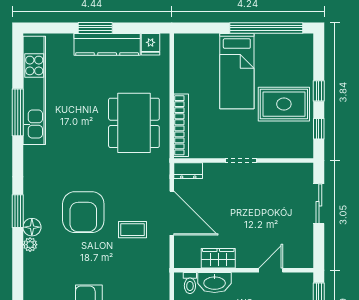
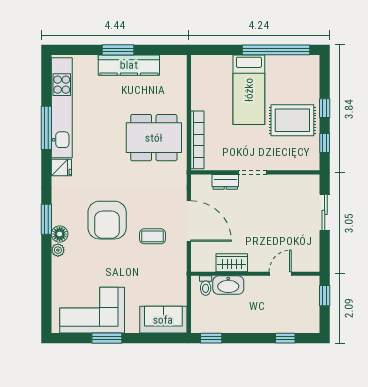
fridge: (151, 44) -> (61, 167), moved, turned -90
dining table: (134, 123) -> (154, 138), turned 90
dresser: (188, 171) -> (225, 182), moved

